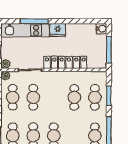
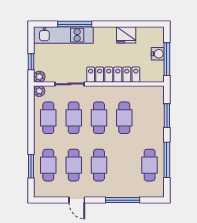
water cooler: (101, 29) -> (158, 54), moved
fridge: (58, 30) -> (126, 35), moved
cafe table: (95, 97) -> (99, 118), moved

